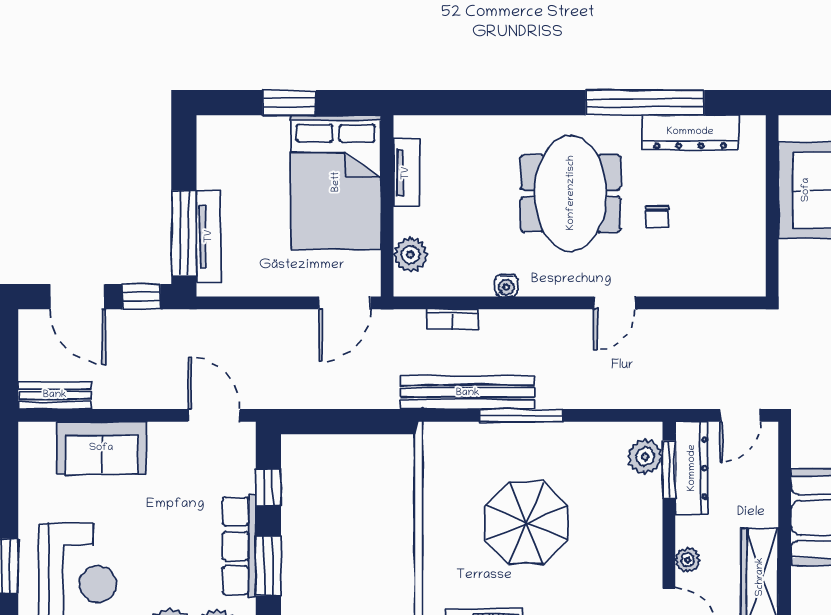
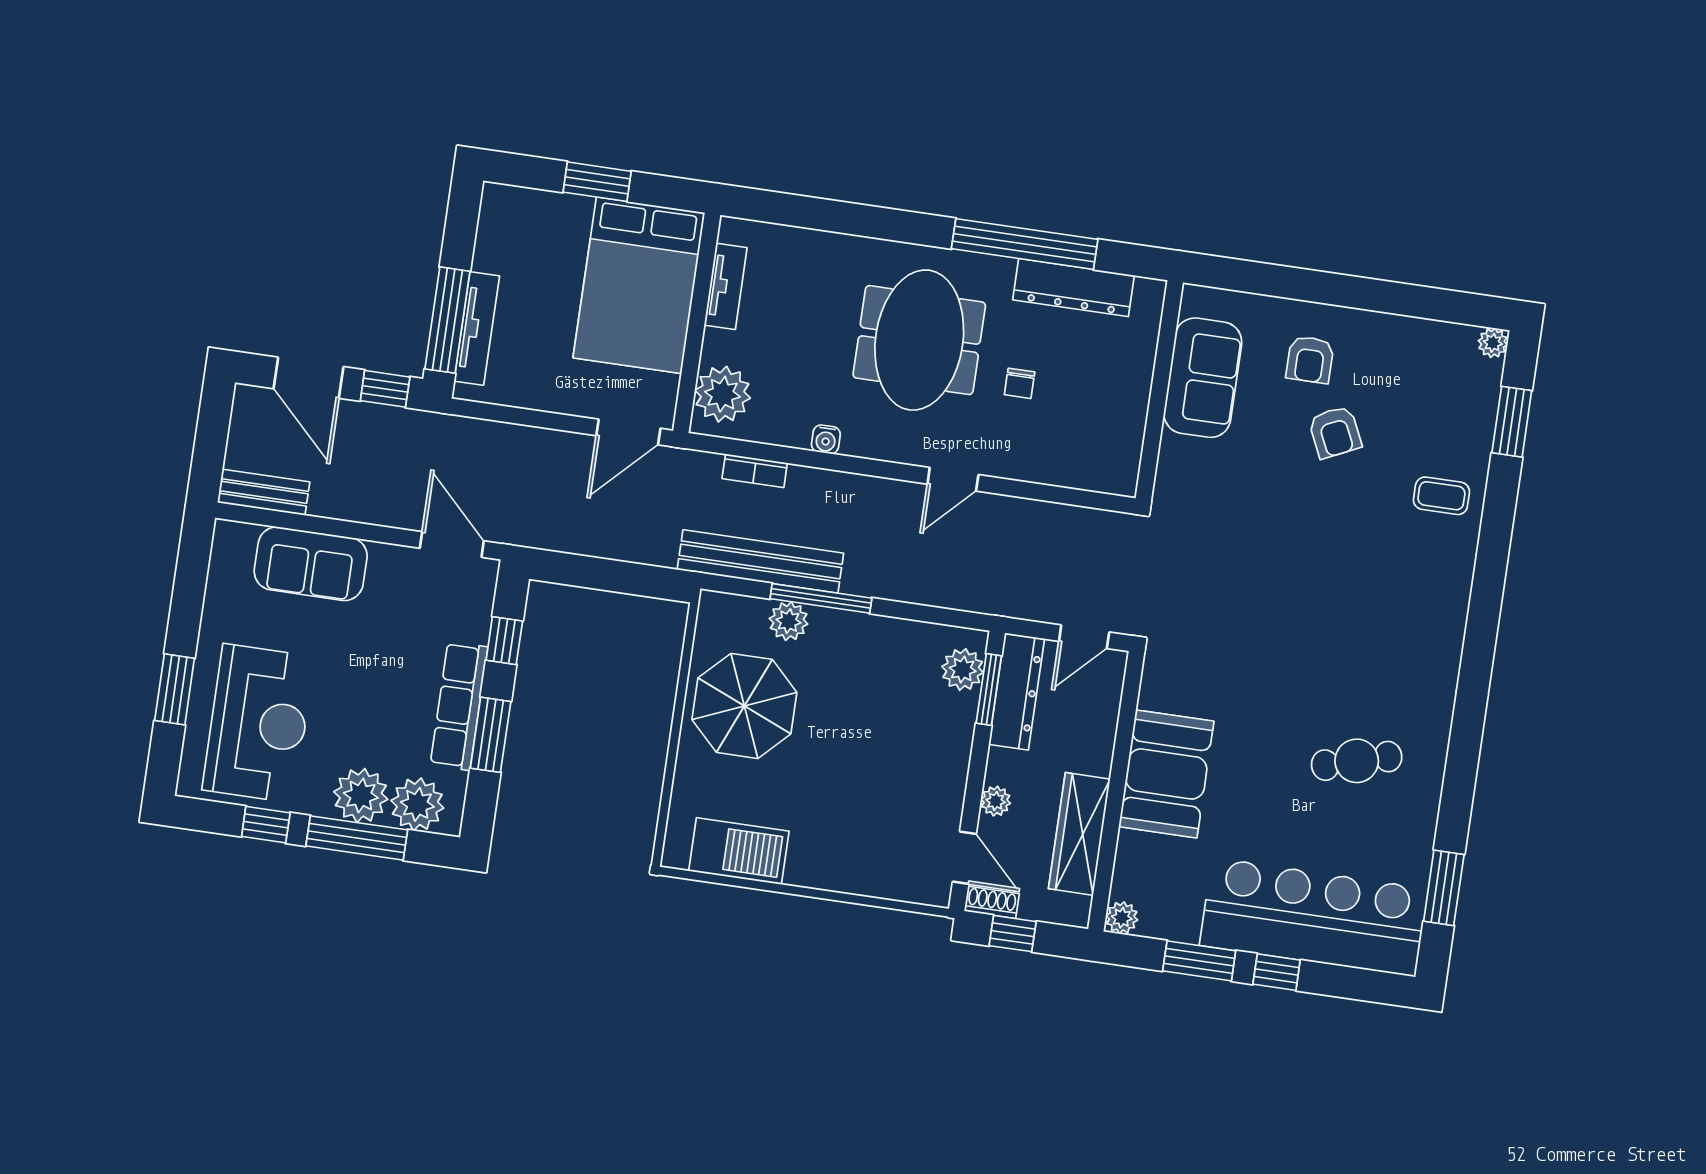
plant: (411, 255) -> (723, 394), width x1.36, depth x1.36
plant: (498, 438) -> (789, 621), added
parasol: (526, 523) -> (744, 706), moved

